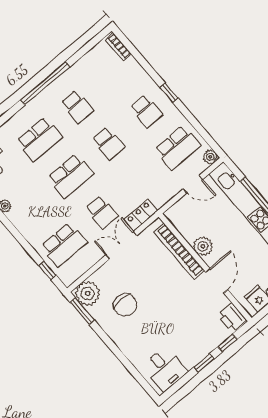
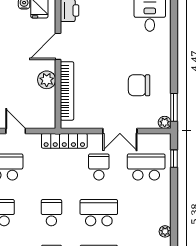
locker: (141, 215) -> (64, 141), width x1.53
double door: (121, 245) -> (120, 131), moved
plant: (88, 293) -> (165, 122), width x0.53, depth x0.53
chair: (125, 305) -> (139, 85), turned -90

